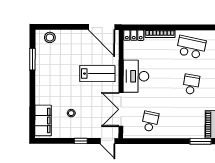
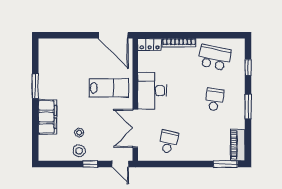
stool: (50, 37) -> (79, 151), moved
window: (32, 59) -> (35, 86), moved
filing cabinet: (43, 120) -> (47, 117), moved

